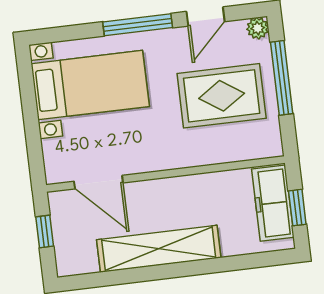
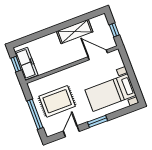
window: (138, 25) -> (98, 121), width x0.69
plant: (258, 28) -> (49, 132), removed
shelving: (159, 249) -> (75, 31), width x0.68

